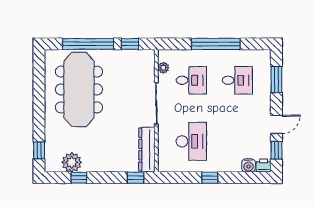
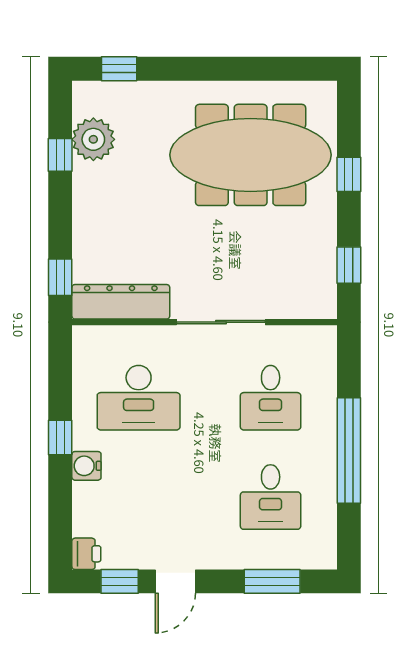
window: (88, 44) -> (349, 174), width x0.32
plant: (163, 68) -> (298, 337), removed
door: (276, 124) -> (175, 581), hinge flipped
water cooler: (249, 165) -> (86, 466), moved

